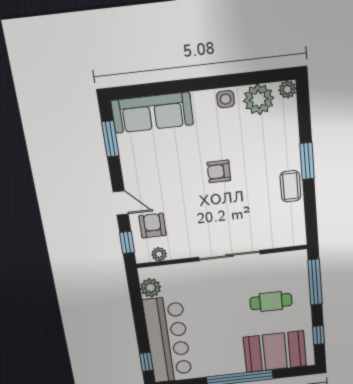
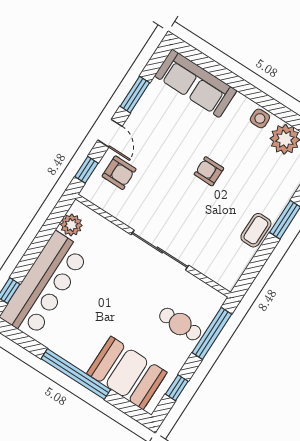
window: (110, 139) -> (135, 95), moved
armchair: (153, 226) -> (119, 173), turned 90
plant: (159, 254) -> (103, 201), removed
cafe table: (271, 302) -> (180, 324), moved

